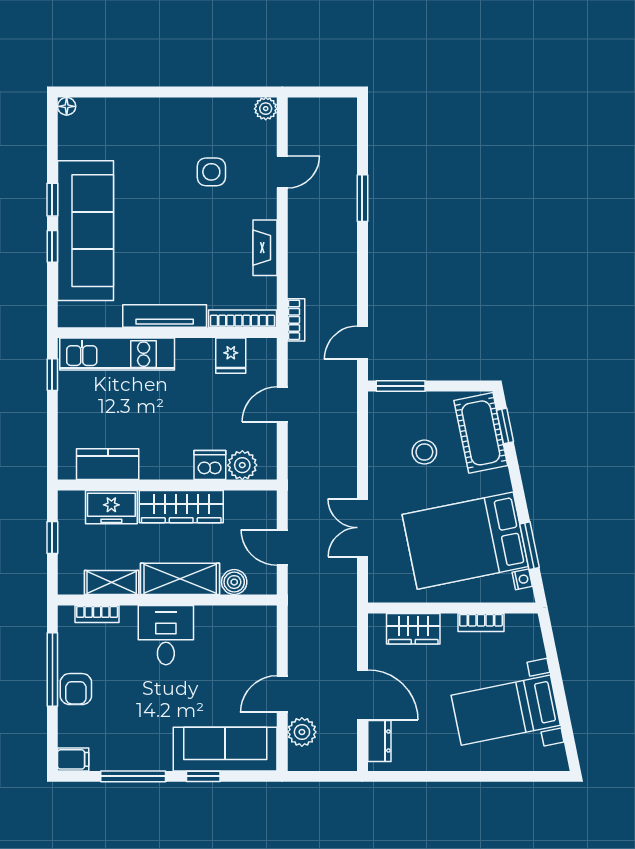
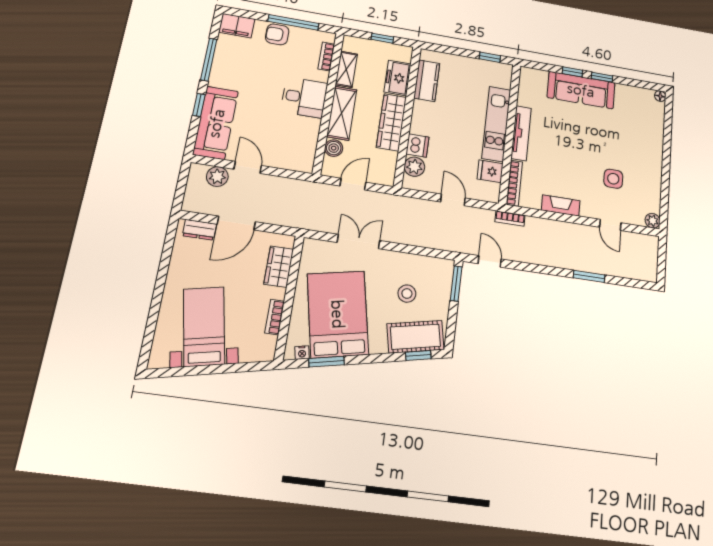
sofa: (85, 231) -> (581, 90), width x0.74, depth x0.79
kitchen unit: (117, 354) -> (496, 124), moved
filing cabinet: (73, 759) -> (237, 26), width x2.00

